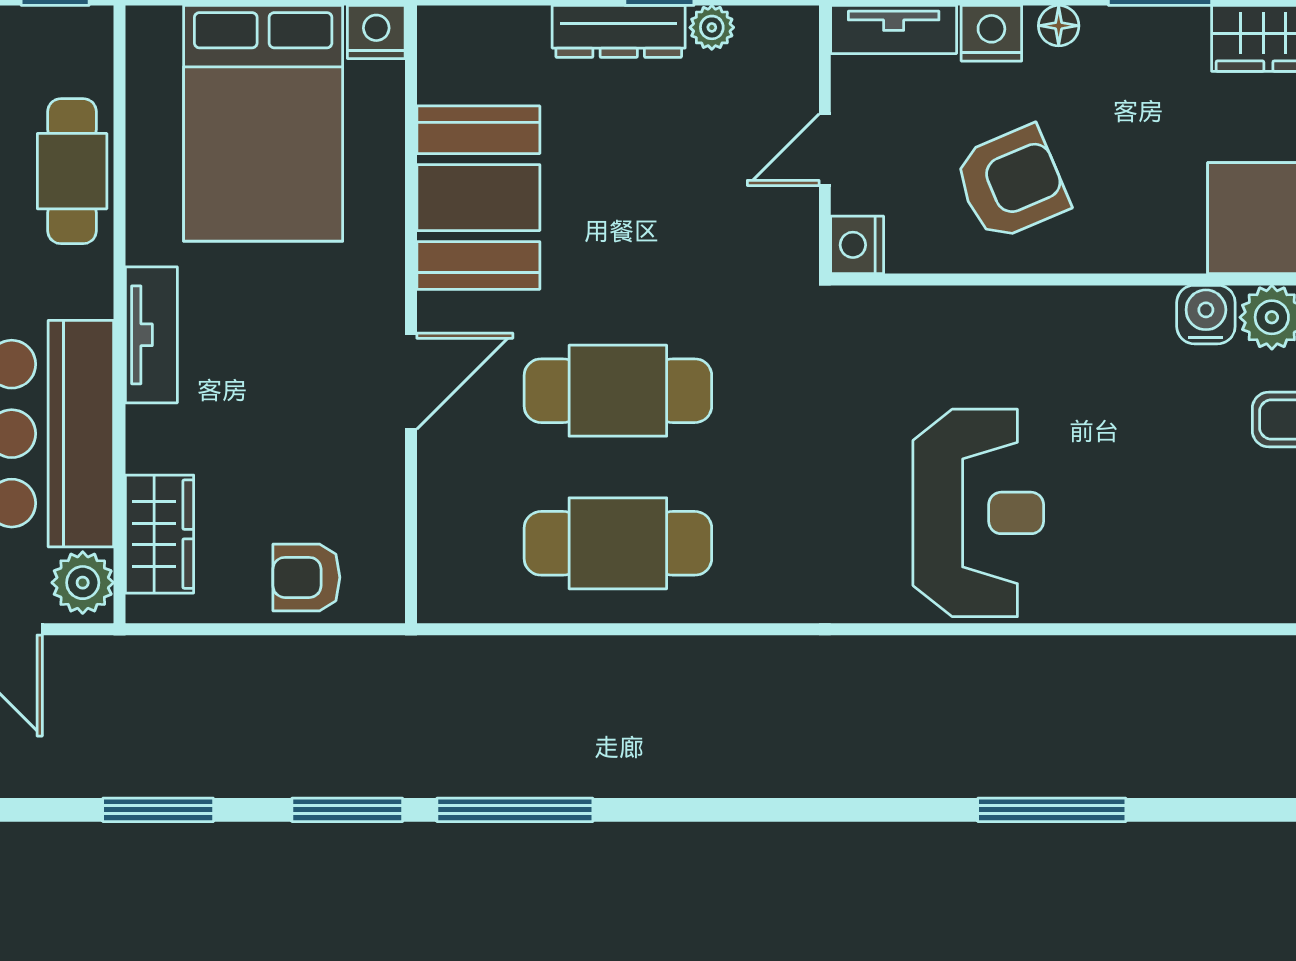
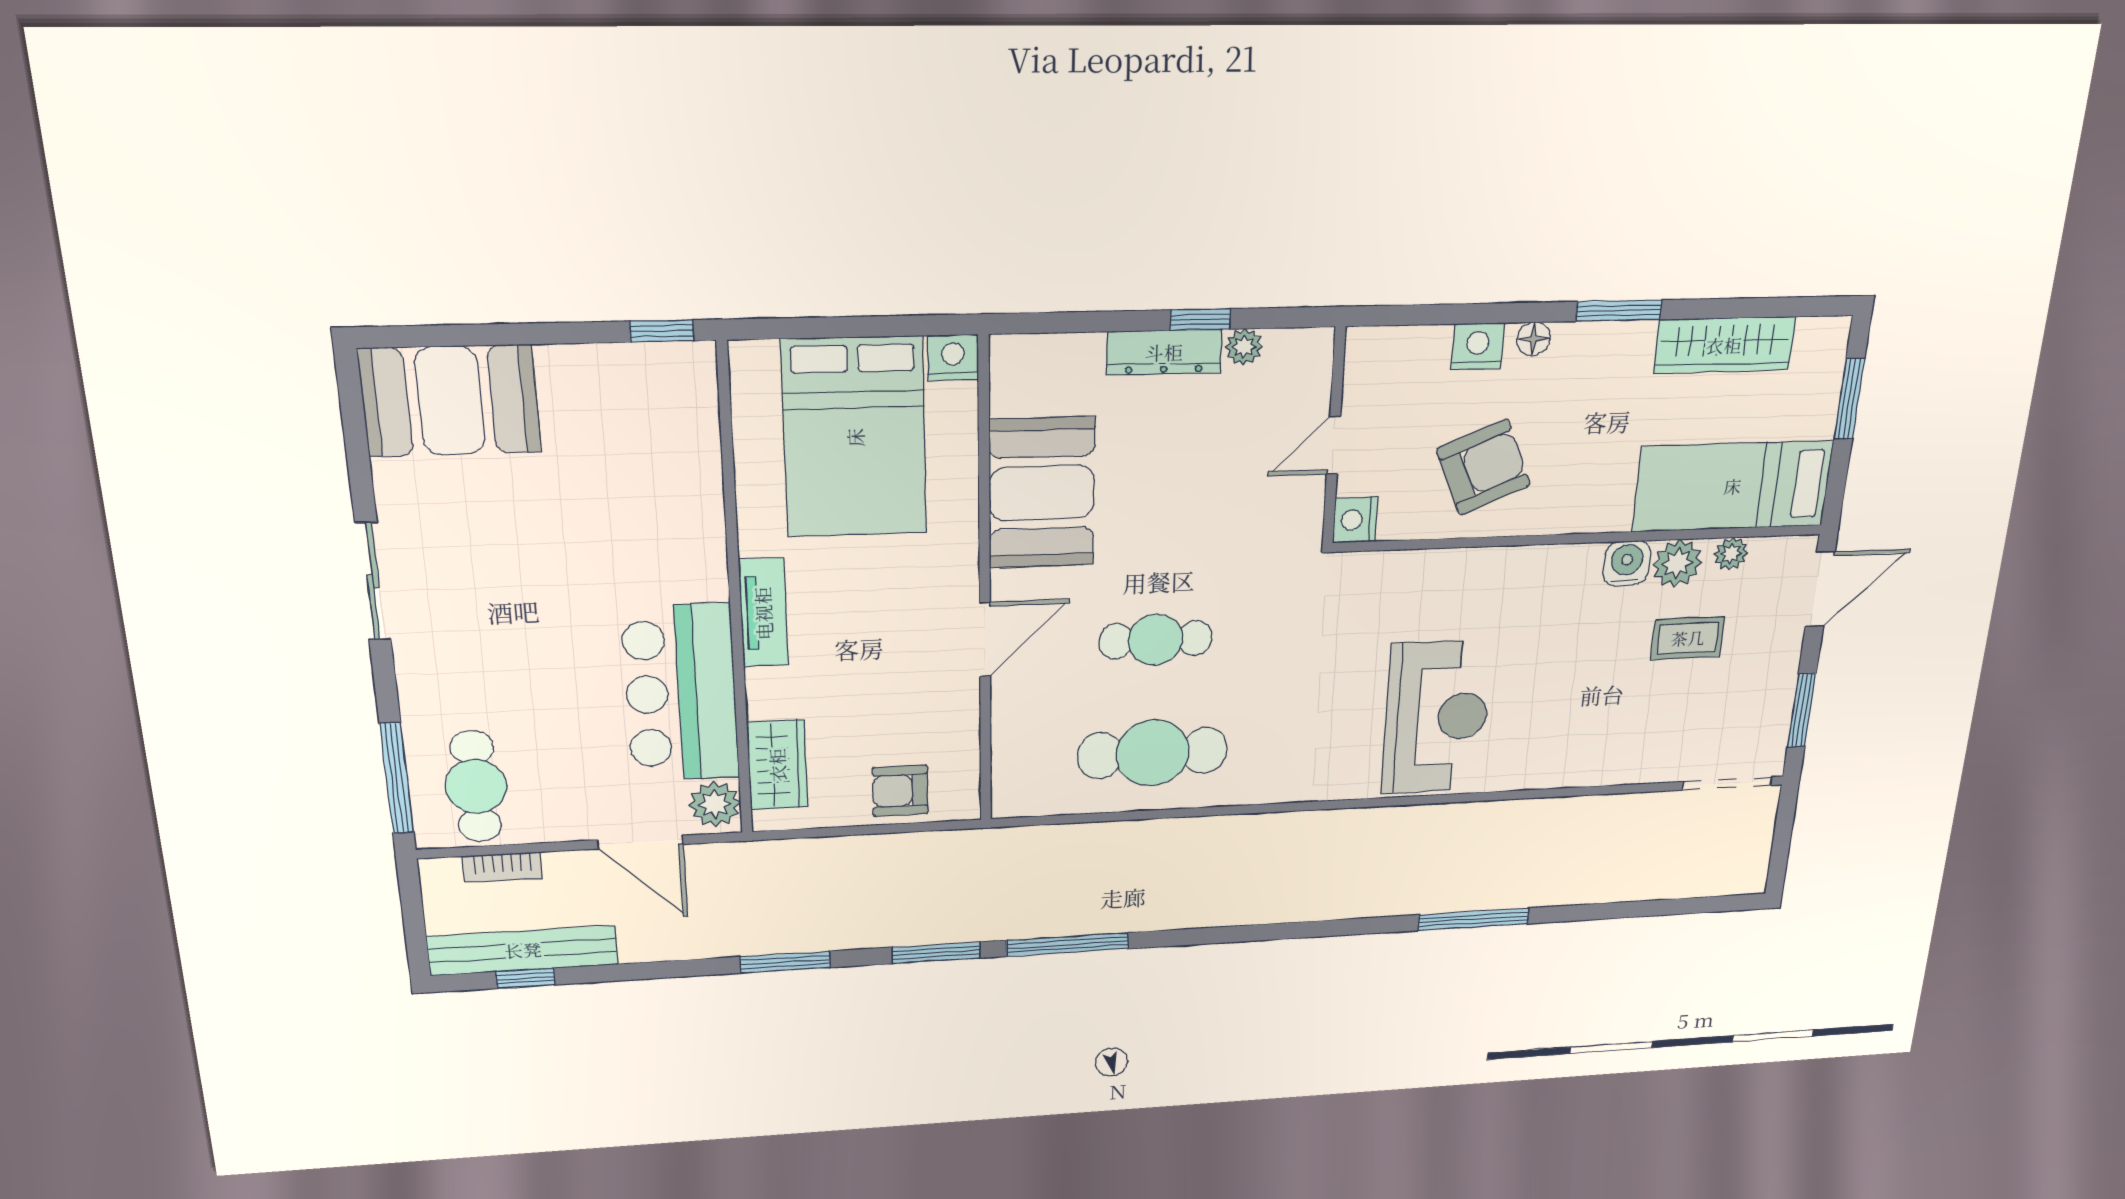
tv unit: (894, 29) -> (1397, 345), removed
cafe table: (72, 171) -> (686, 482), removed
cafe table: (618, 391) -> (1156, 640), width x0.73, depth x0.74

